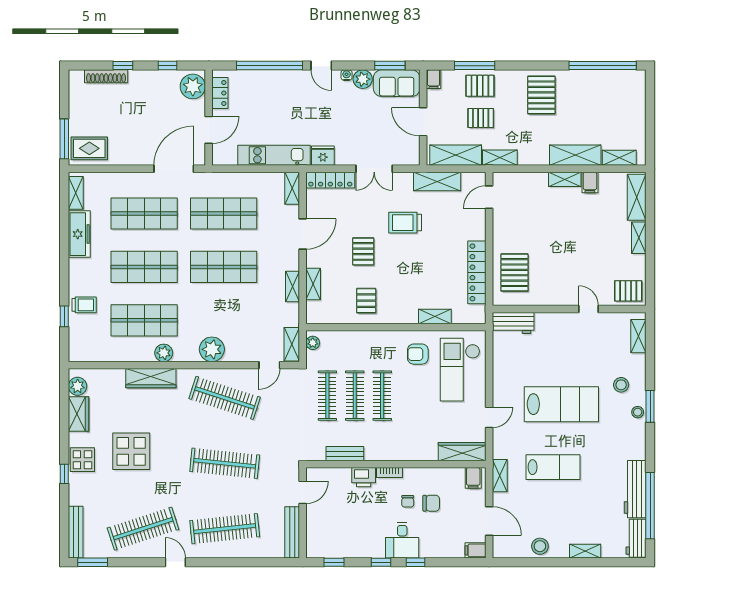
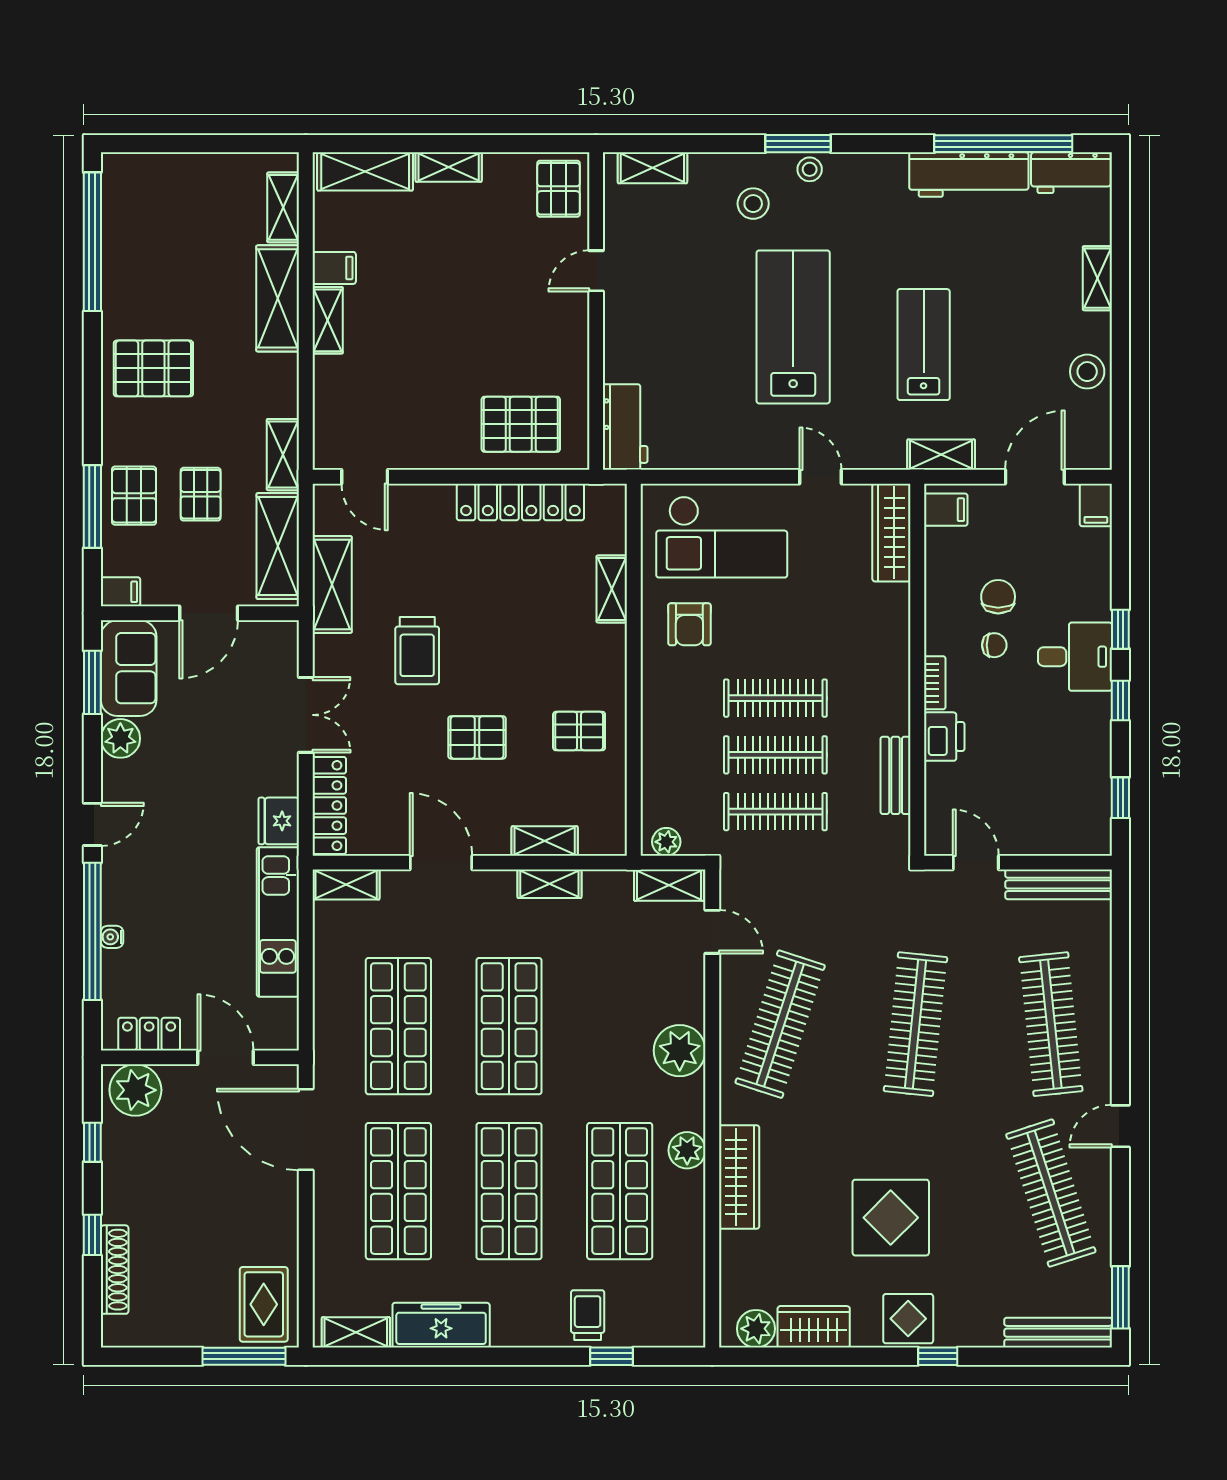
water cooler: (347, 75) -> (112, 937), moved

